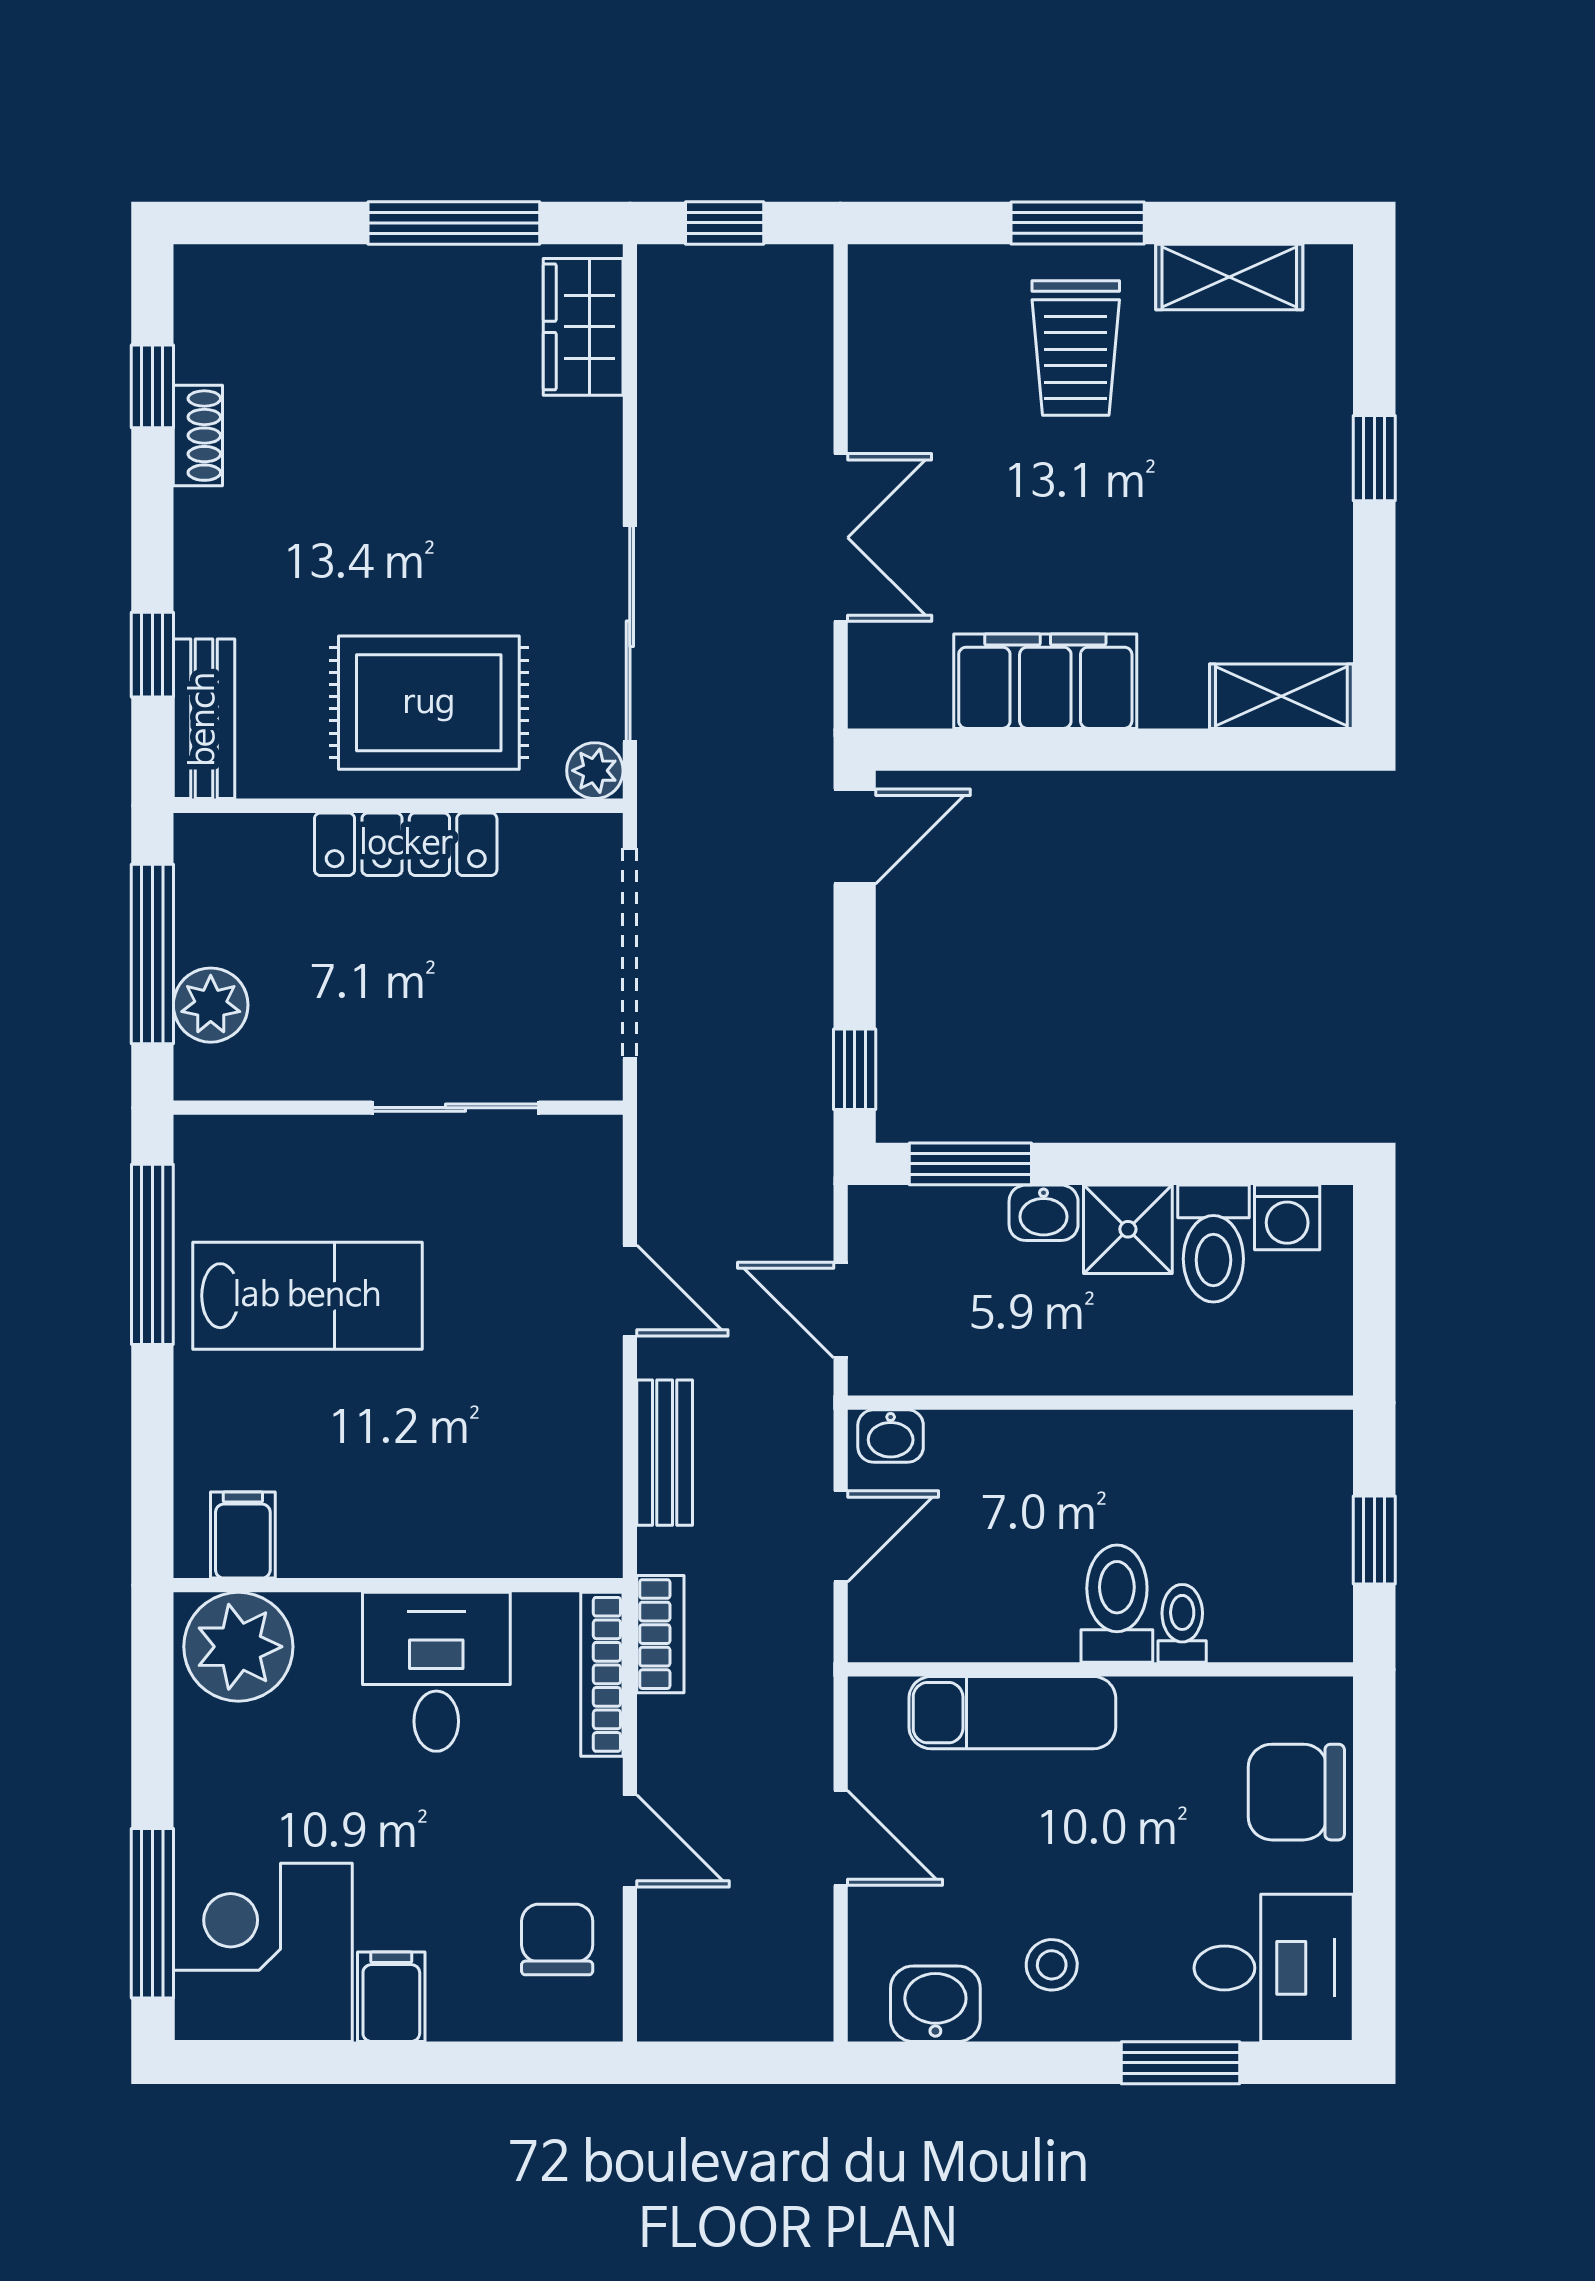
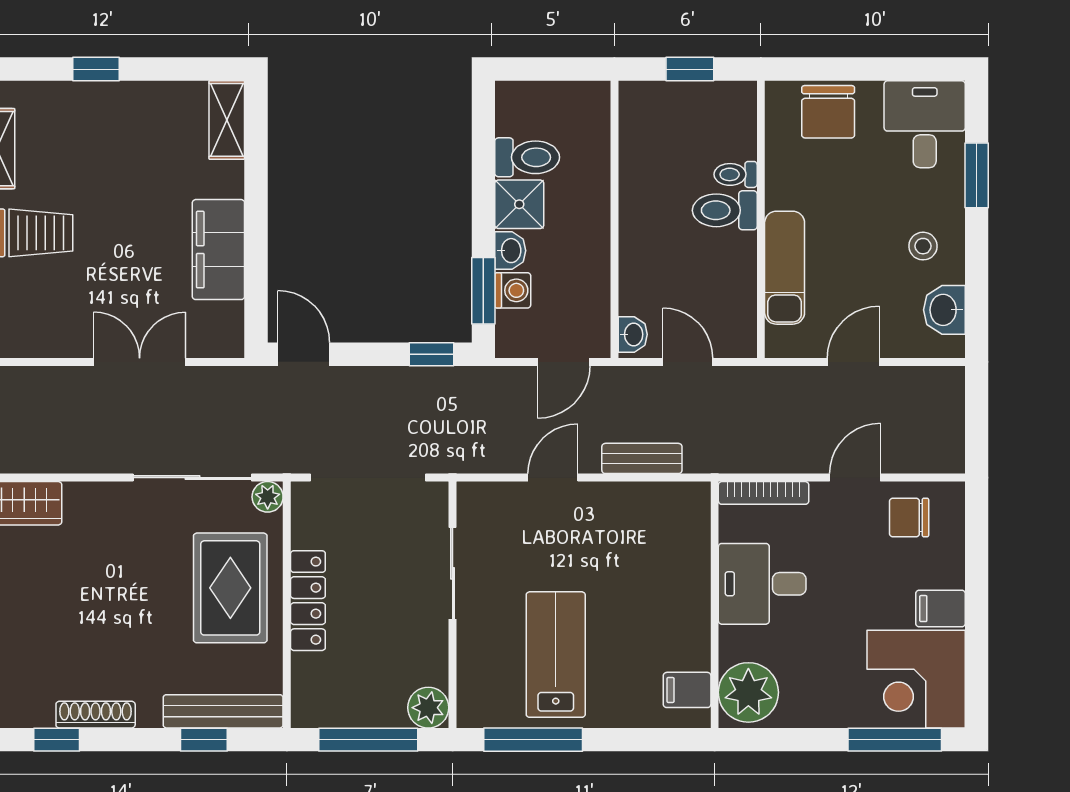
shoe rack: (198, 436) -> (96, 715), width x1.43
bench: (204, 719) -> (223, 711), width x1.36
plant: (211, 1005) -> (428, 708), moved
washing machine: (1287, 1217) -> (513, 290), moved
bookcase: (660, 1634) -> (741, 461), removed

